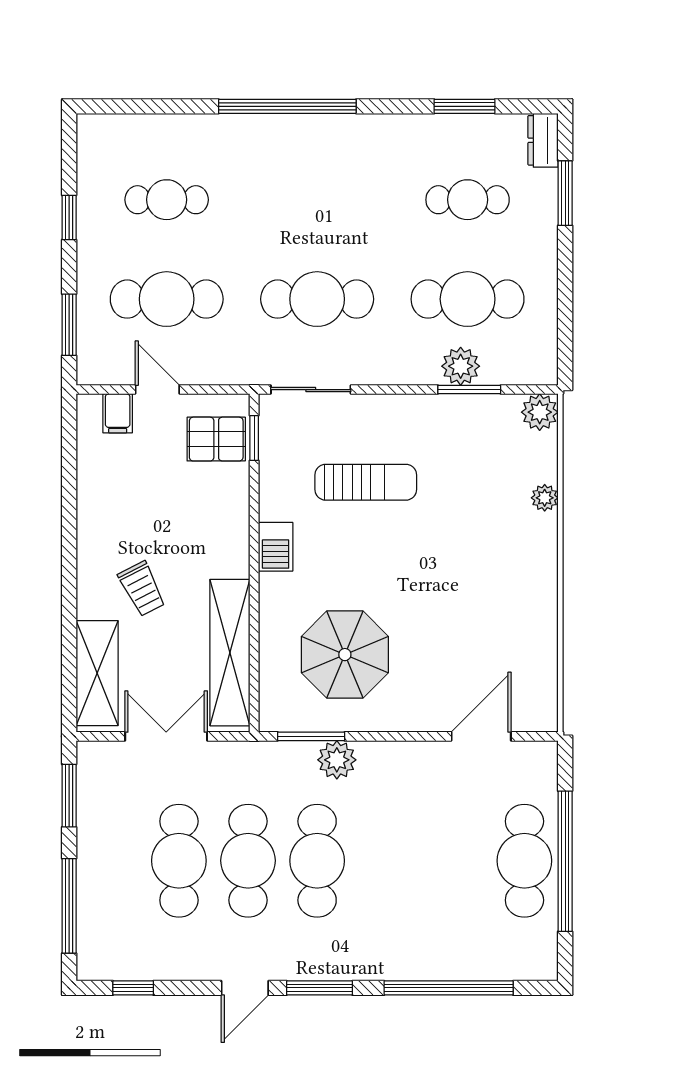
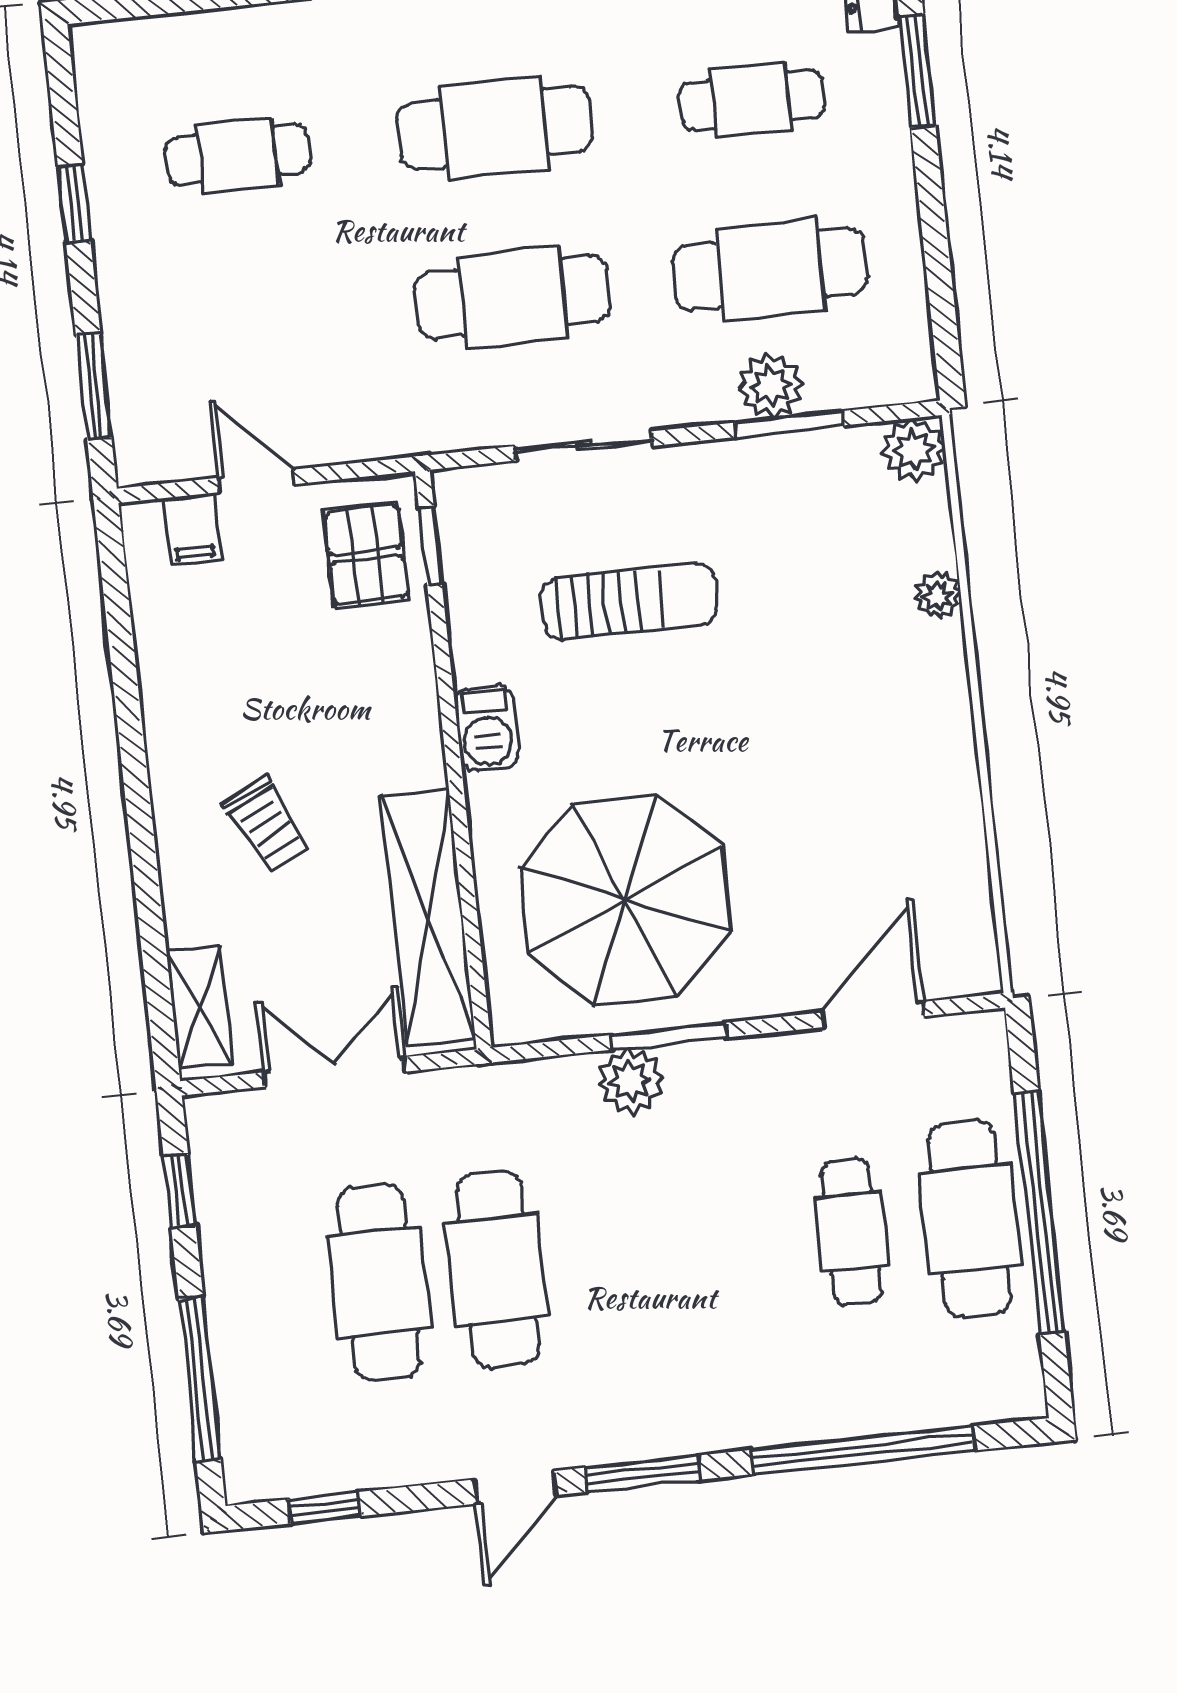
cafe table: (167, 299) -> (495, 128), moved
sliding door: (311, 390) -> (584, 446), moved
pallet: (216, 439) -> (366, 555), turned 90
parasol: (345, 655) -> (625, 900), width x1.36, depth x1.36
shelving: (97, 673) -> (199, 1007), width x0.67, depth x0.75
window: (311, 736) -> (669, 1036), moved
window: (69, 796) -> (180, 1191), width x0.67
cafe table: (317, 861) -> (851, 1232), moved, width x0.73, depth x0.74

